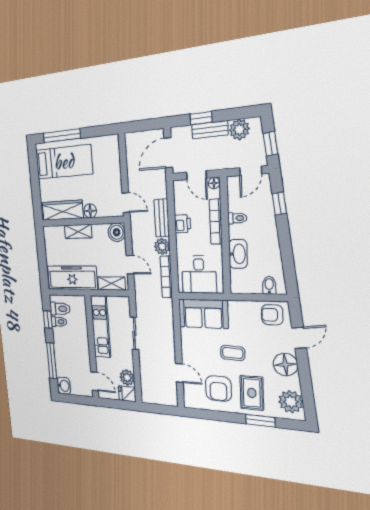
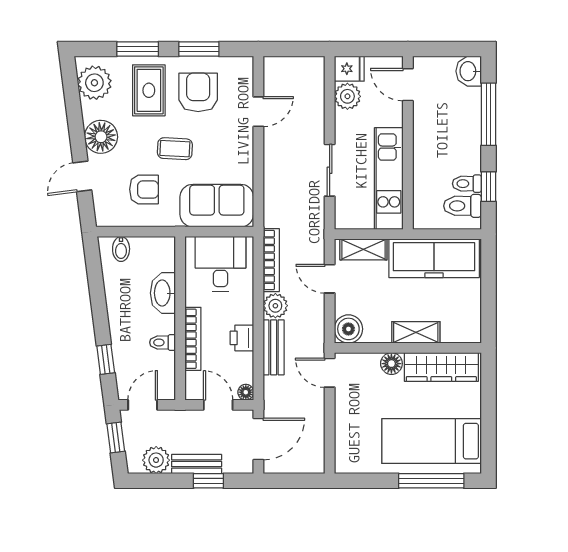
floor lamp: (214, 183) -> (246, 392), moved
armchair: (272, 315) -> (144, 189), moved
door: (179, 373) -> (258, 112), swing flipped
window: (219, 416) -> (199, 49), added

